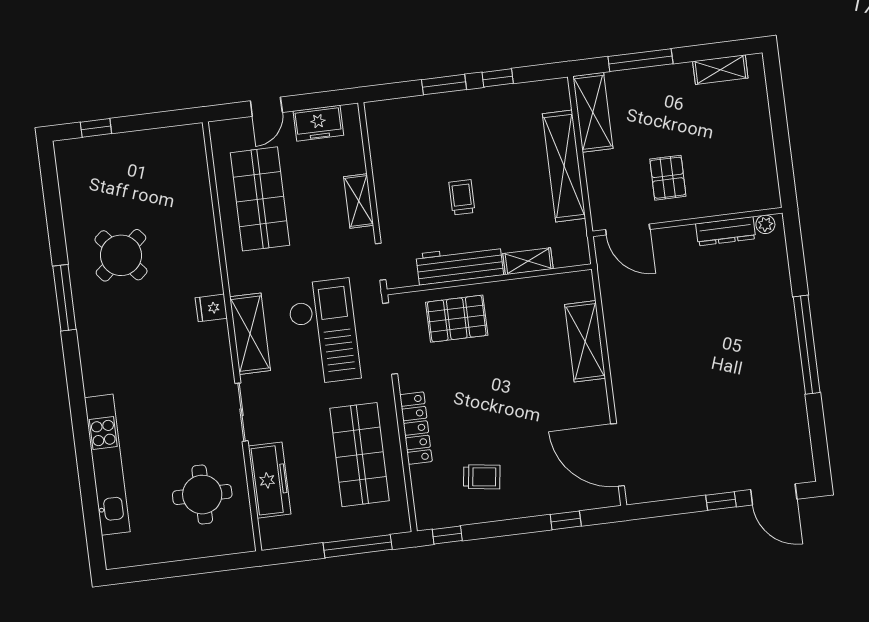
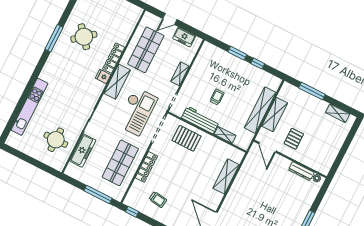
shelving: (593, 112) -> (275, 114), moved
locker: (208, 258) -> (114, 58), added
shelving: (250, 334) -> (117, 82), moved

